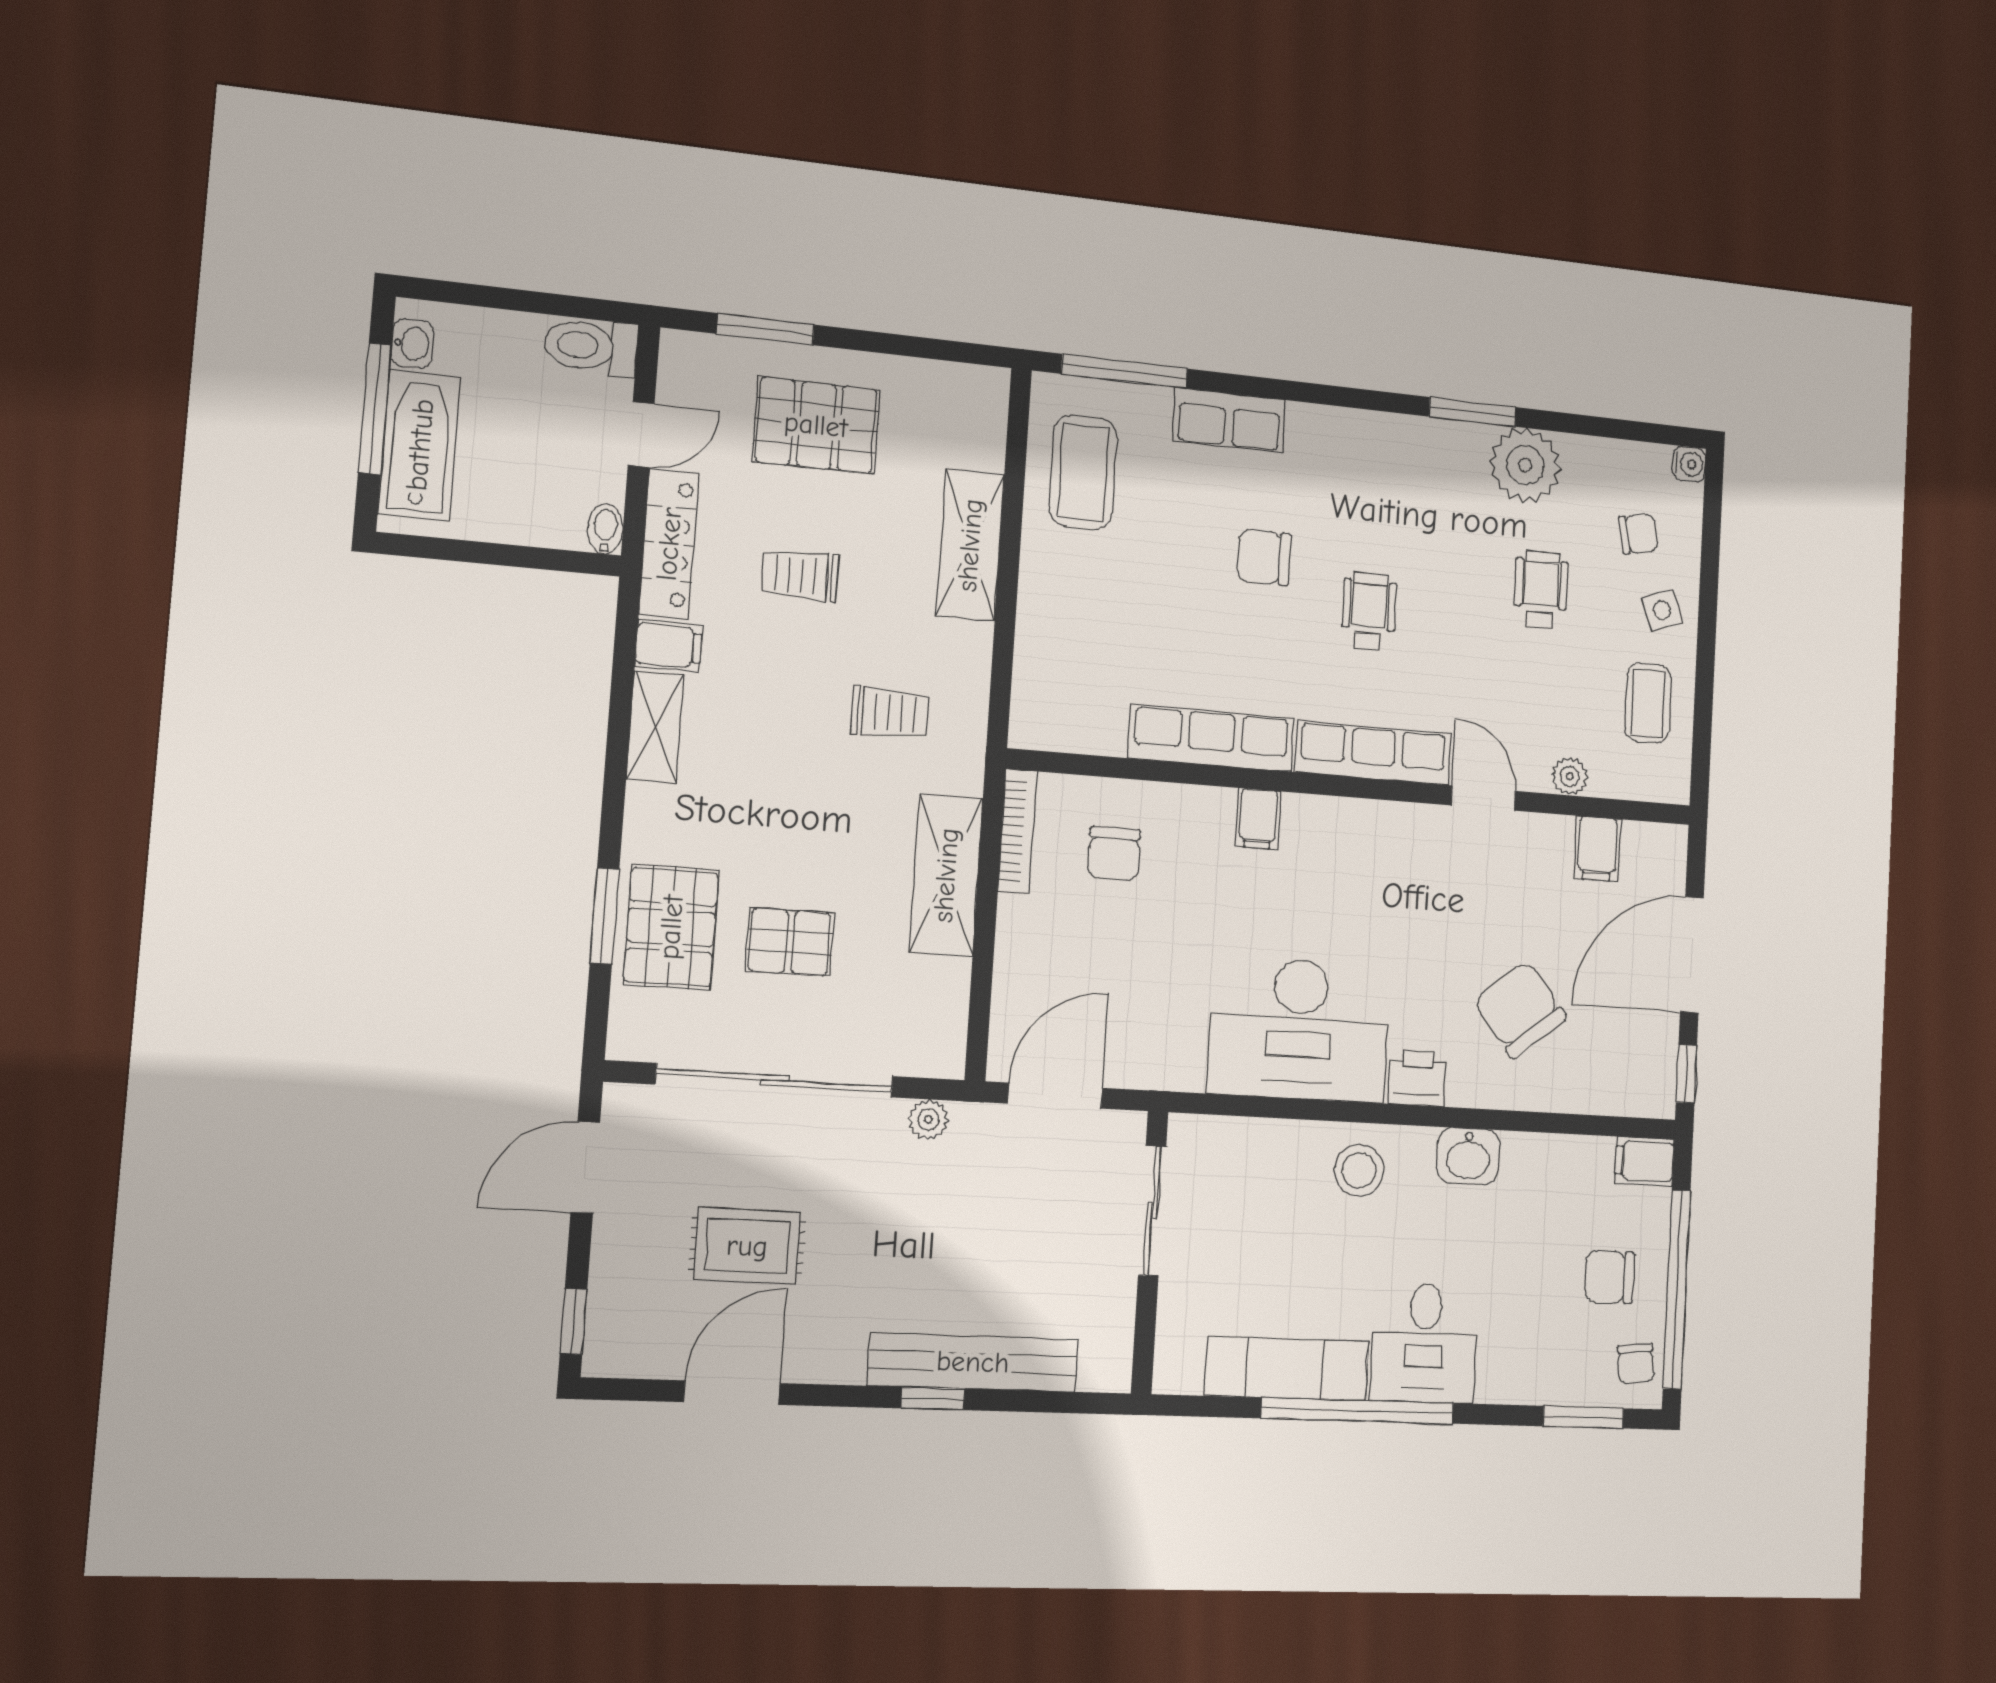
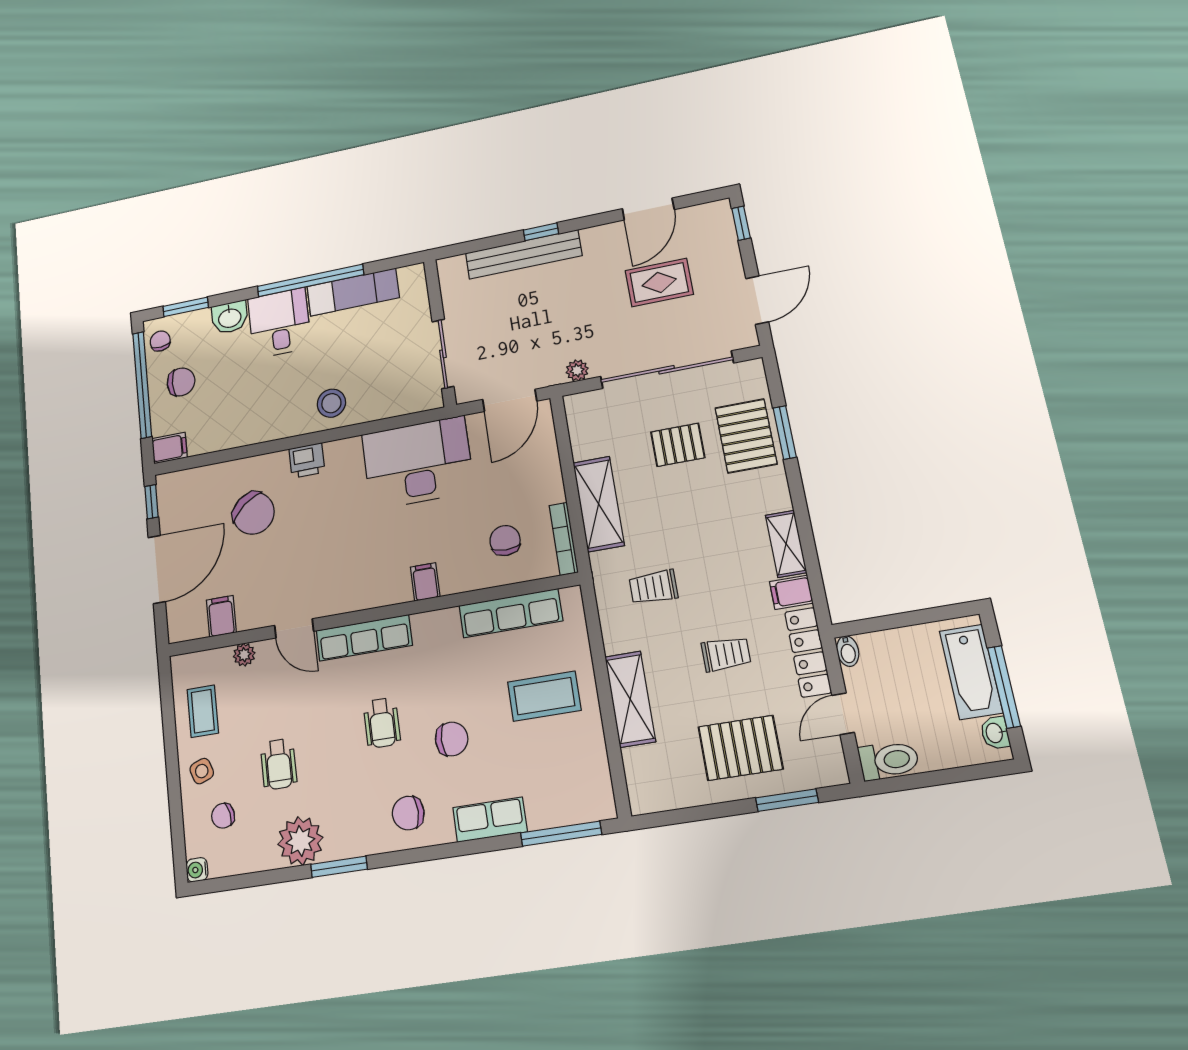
chair: (1353, 463) -> (408, 813), added
coffee table: (1083, 472) -> (544, 696), moved, turned 90
row of seats: (1211, 738) -> (511, 613), moved
desk: (1299, 1029) -> (418, 463), moved
washbasin: (1468, 1156) -> (230, 317), moved, turned 180

